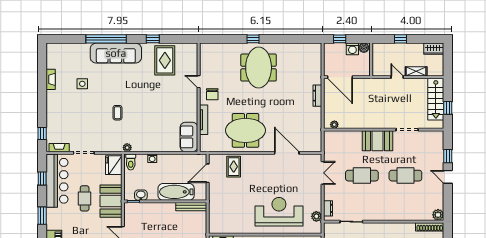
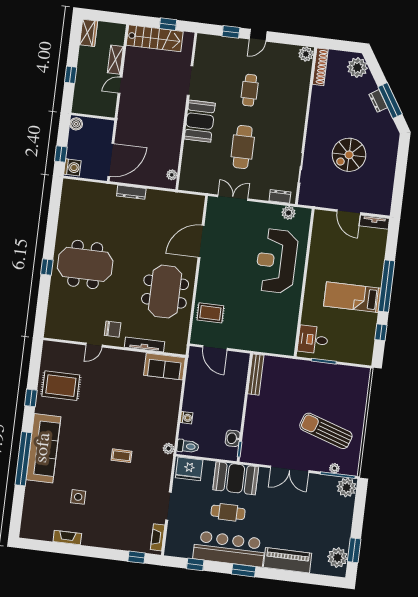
washing machine: (352, 49) -> (72, 167), moved
cafe table: (405, 176) -> (250, 90), width x0.73, depth x0.74
bar counter: (57, 181) -> (229, 549), moved
bathtub: (176, 192) -> (234, 392), removed

